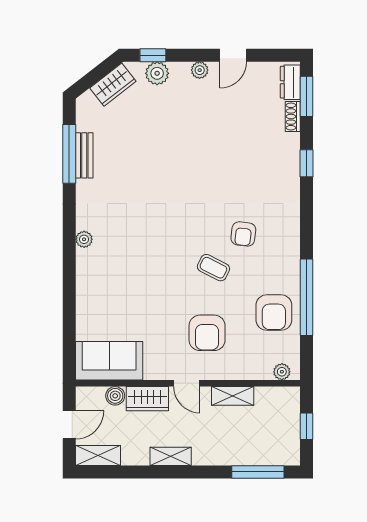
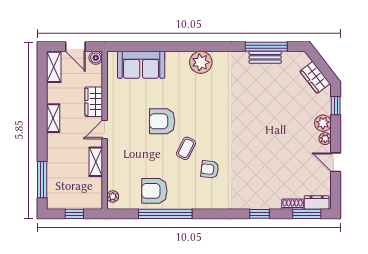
plant: (157, 73) -> (323, 123), moved
plant: (84, 239) -> (201, 62), width x1.88, depth x1.88
armchair: (207, 333) -> (162, 121), moved
sofa: (109, 361) -> (141, 65), moved, turned 90
boiler: (115, 396) -> (96, 58), moved

